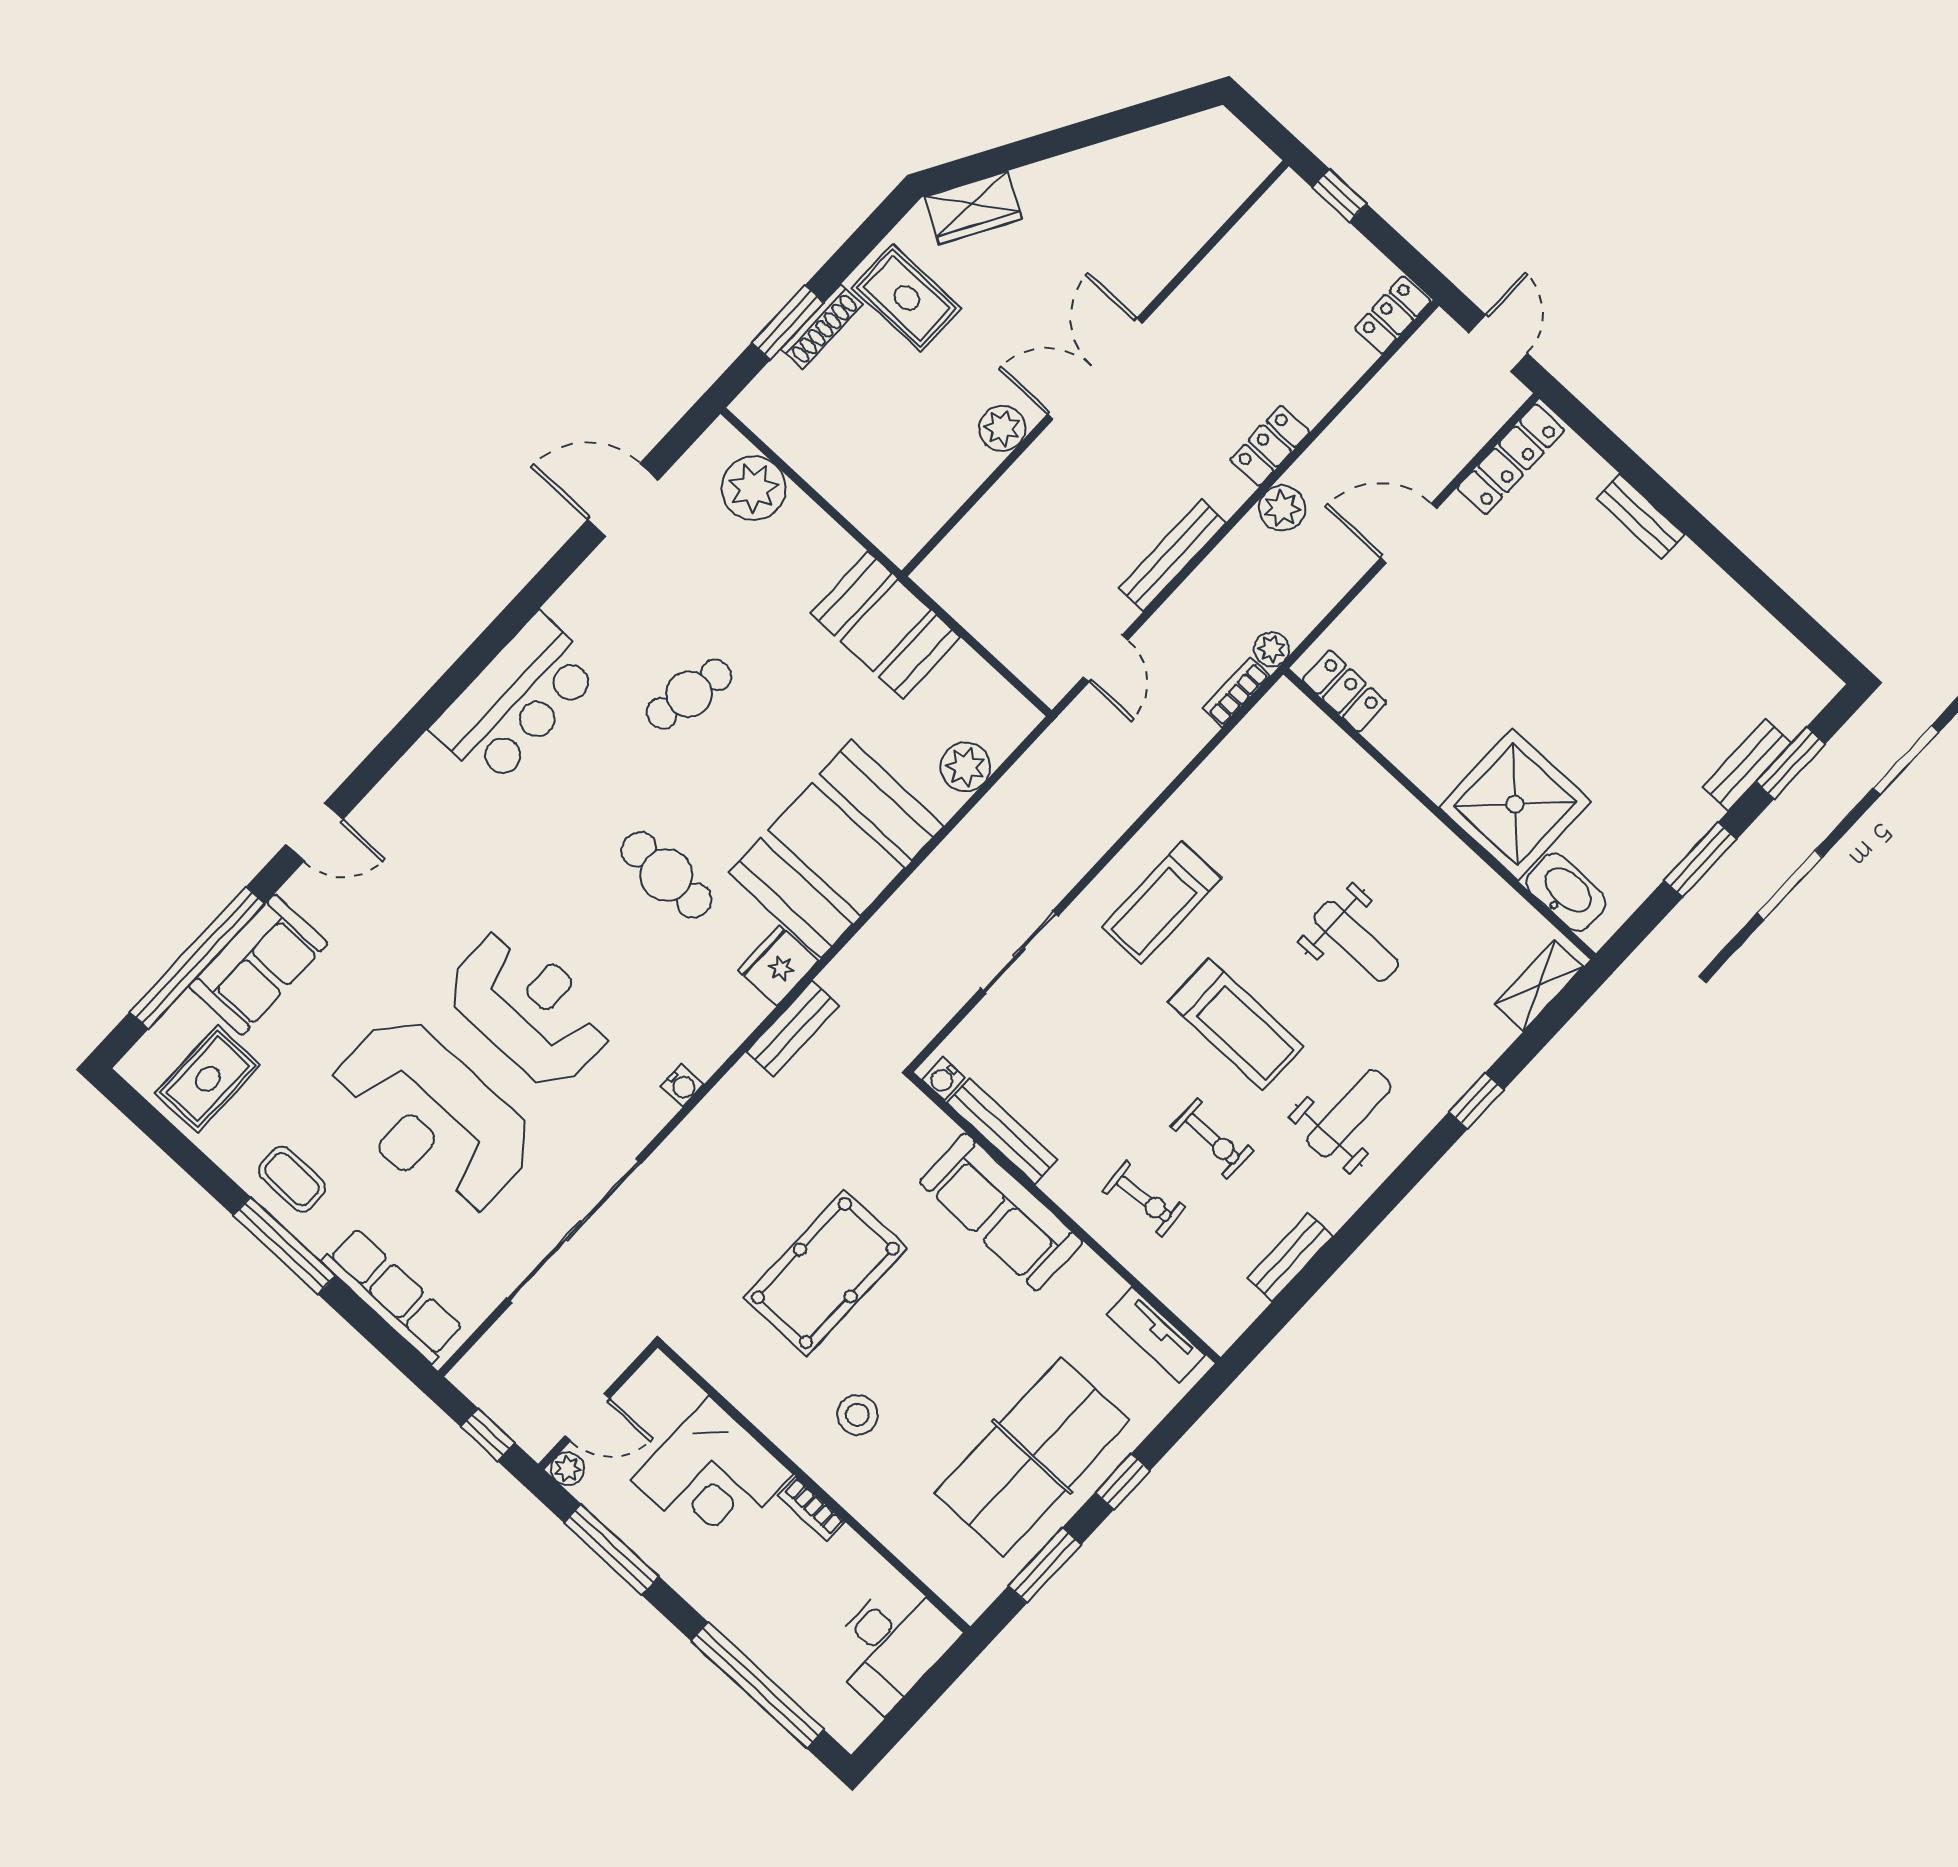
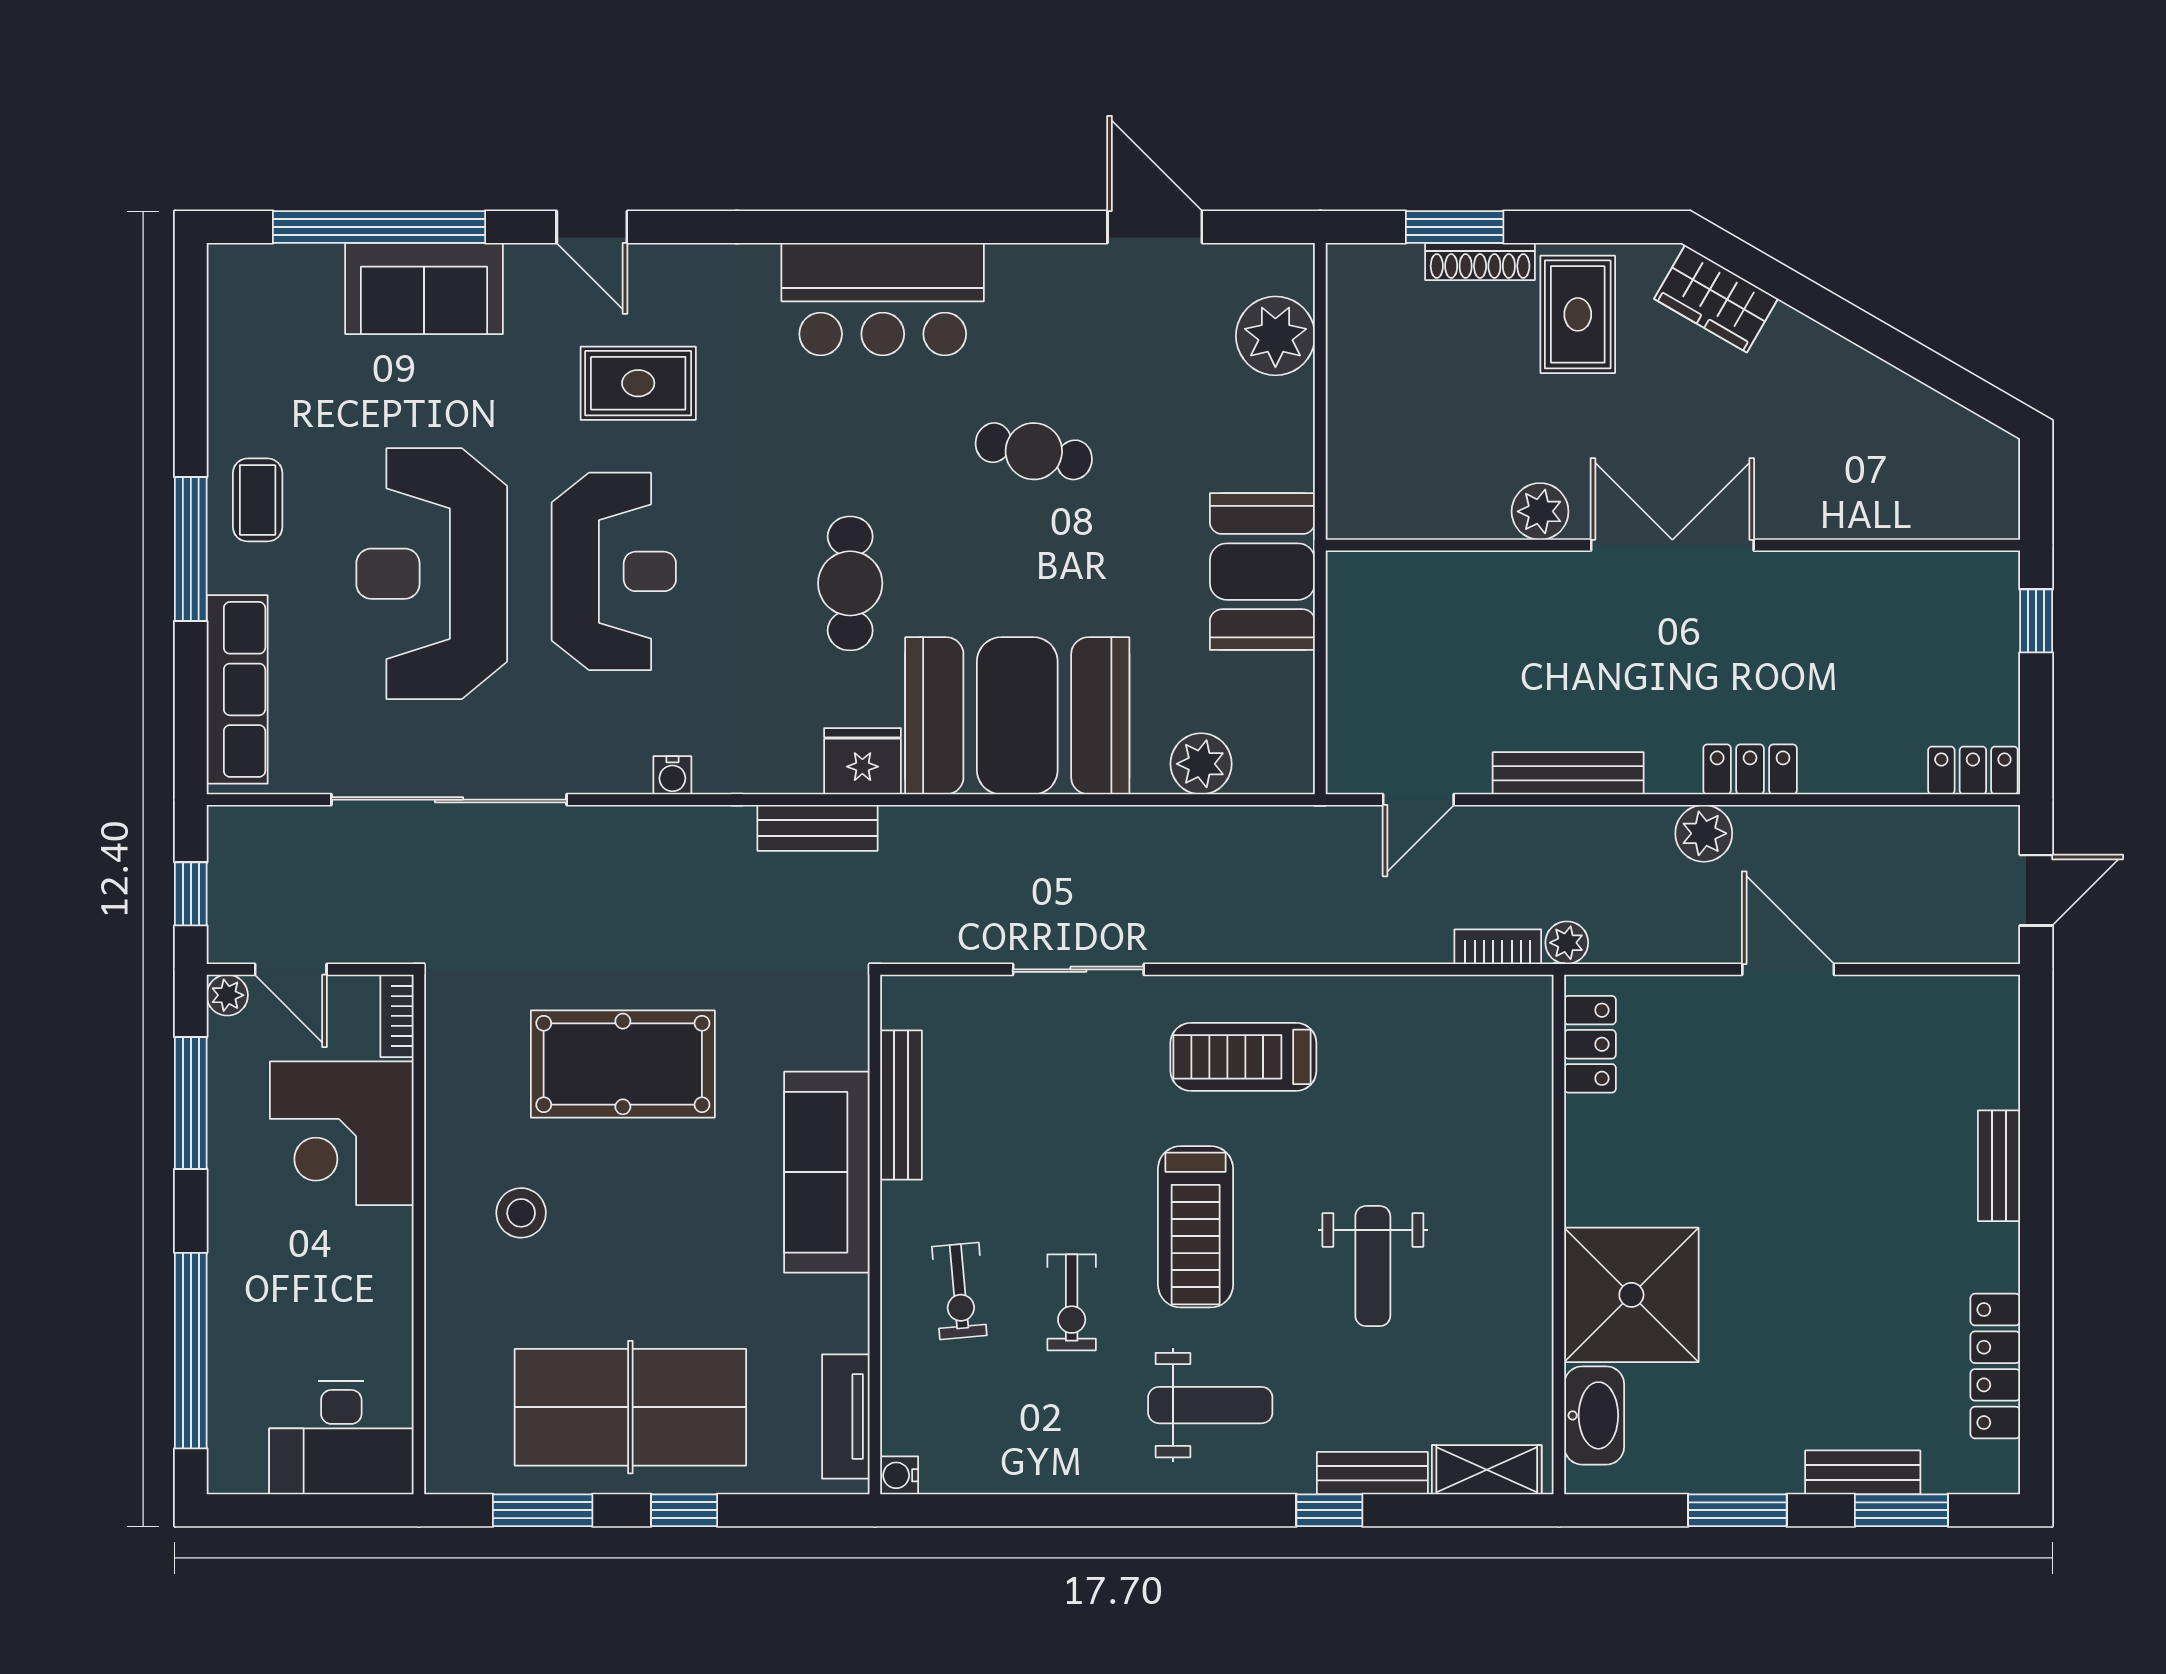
locker: (1511, 459) -> (1995, 1366), moved, turned 90
rug: (208, 1079) -> (638, 383), moved
water cooler: (943, 1079) -> (899, 1475), moved
bench: (1290, 1257) -> (1372, 1473), moved
bookcase: (812, 1509) -> (397, 1016), moved

